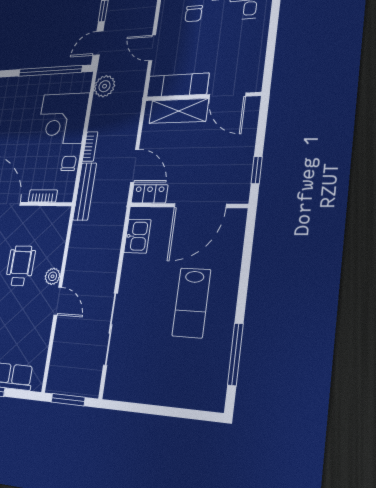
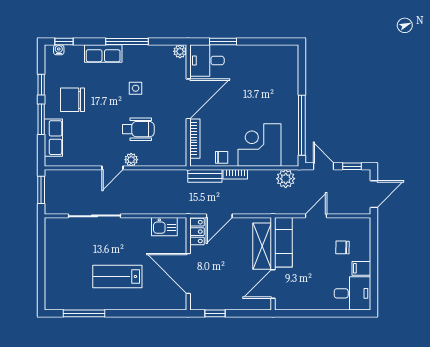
bench: (85, 191) -> (205, 176), width x0.73
bookcase: (43, 196) -> (195, 139), width x1.56

